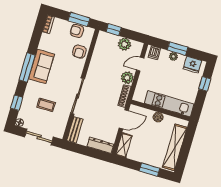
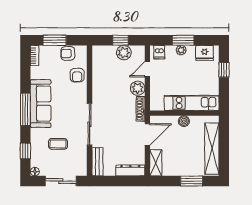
window: (79, 19) -> (55, 40), moved
window: (114, 30) -> (120, 40), moved
sofa: (41, 66) -> (41, 104), width x1.36

